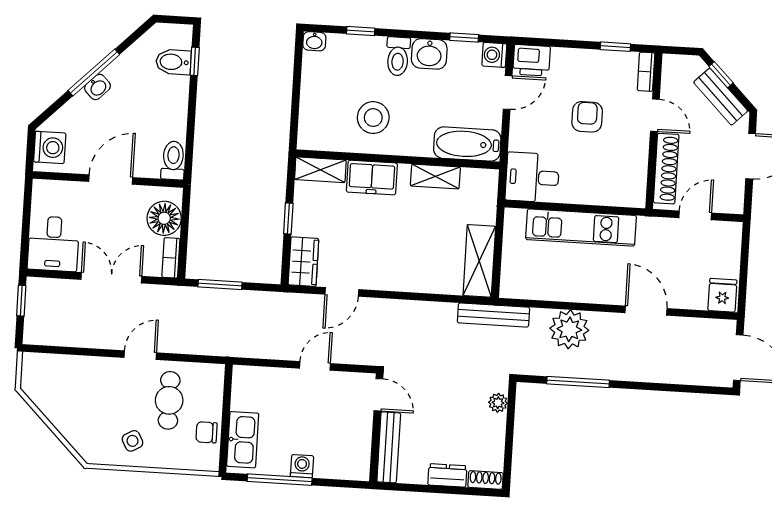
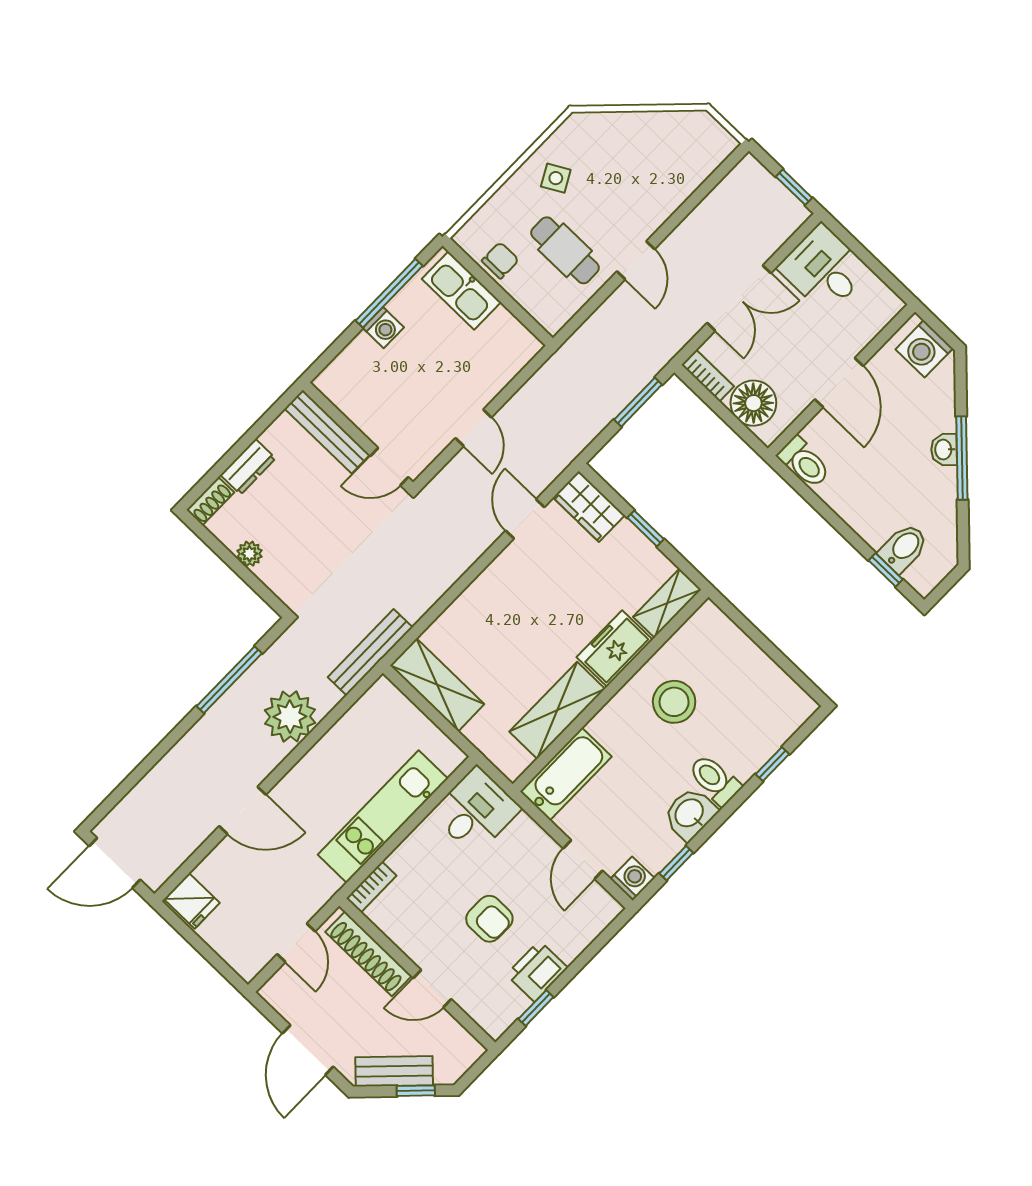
washbasin: (314, 41) -> (802, 708), removed
printer: (531, 60) -> (537, 971), moved
bookcase: (646, 72) -> (371, 887), moved, turned 90
shelving: (435, 176) -> (557, 710), width x1.50, depth x1.33
plant: (498, 403) -> (250, 554), moved

